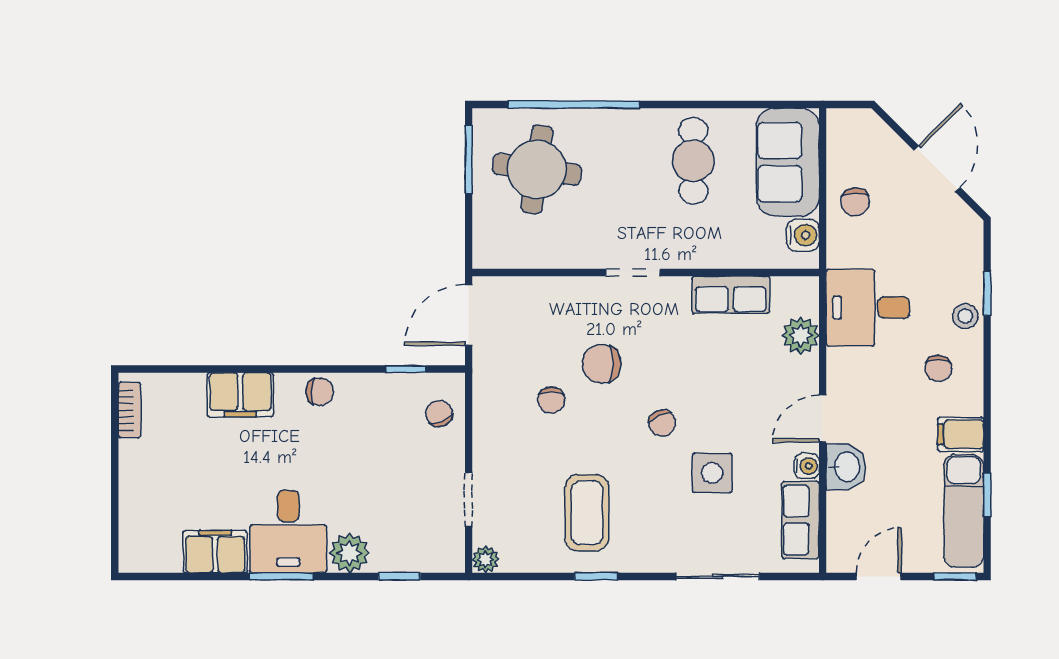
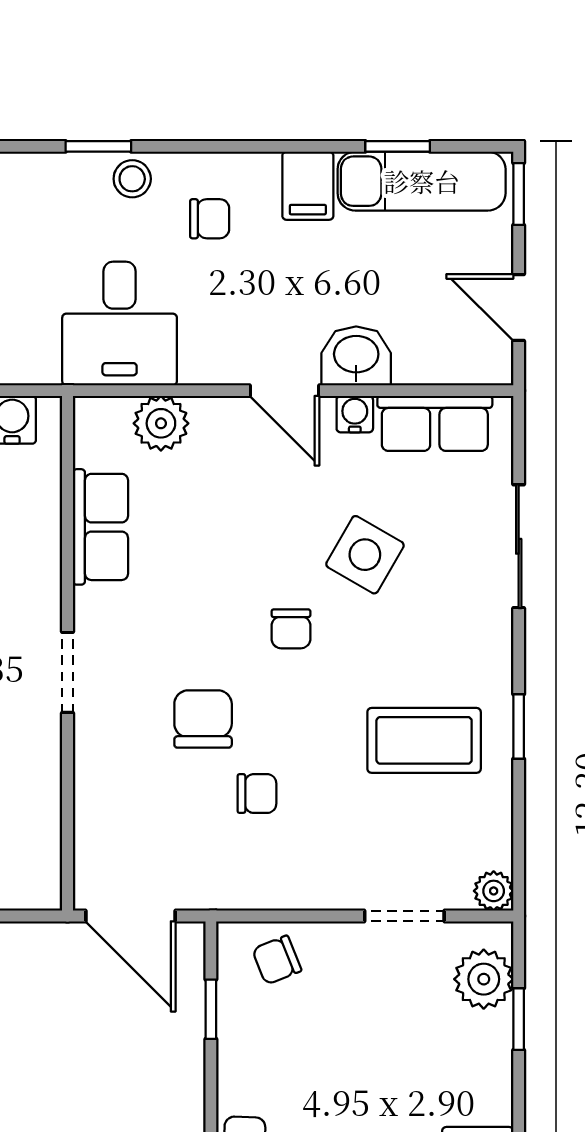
chair: (601, 364) -> (203, 719), turned 180
chair: (662, 423) -> (291, 629), turned 113
side table: (712, 473) -> (365, 555), turned 30
plant: (349, 553) -> (484, 979), moved

